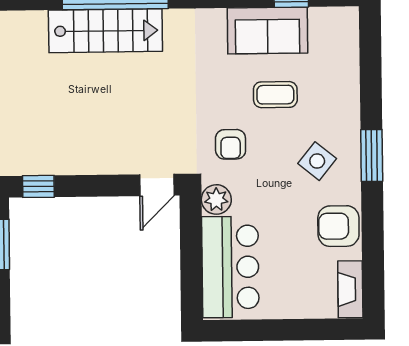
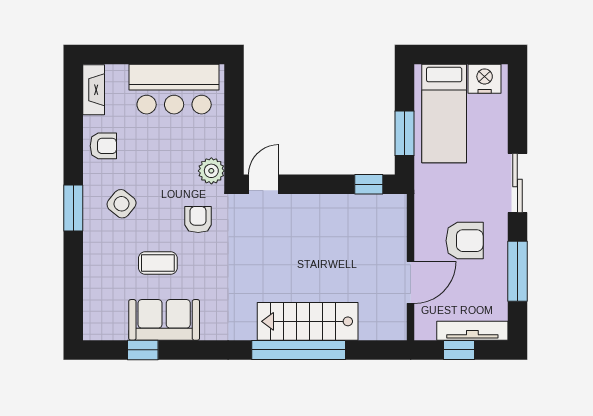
armchair: (338, 226) -> (103, 146), width x0.72, depth x0.72
bar counter: (230, 267) -> (174, 89), moved, turned -90

